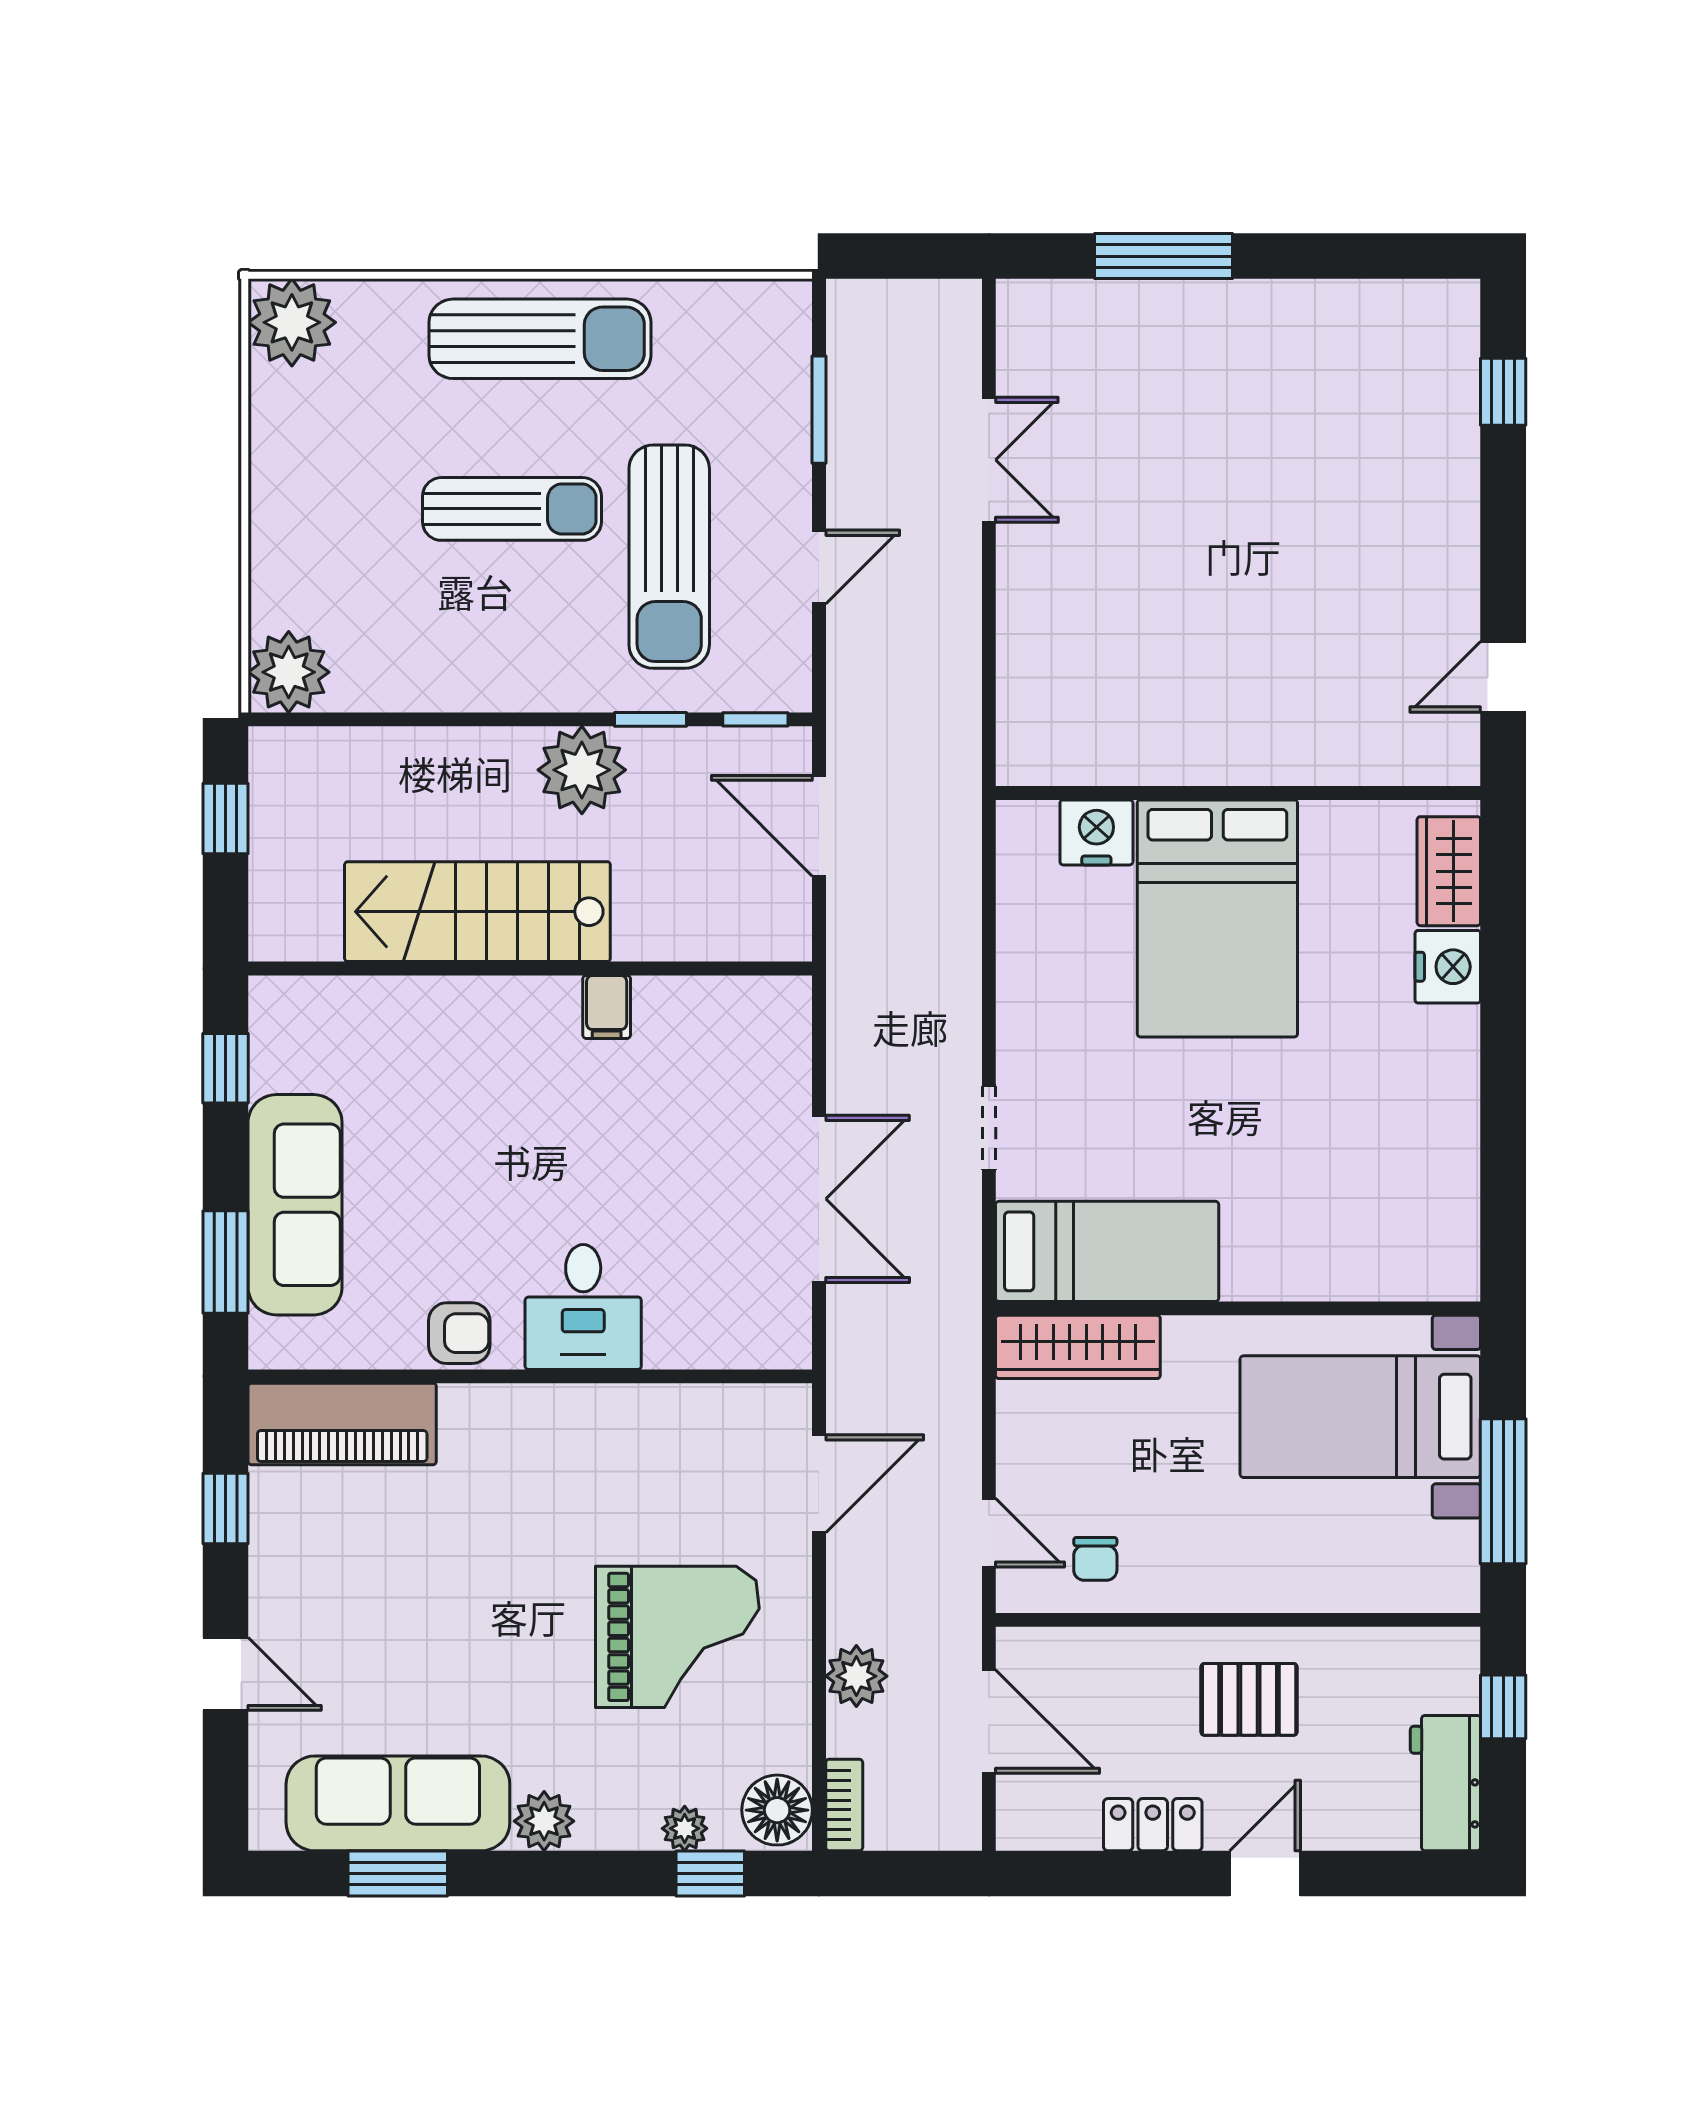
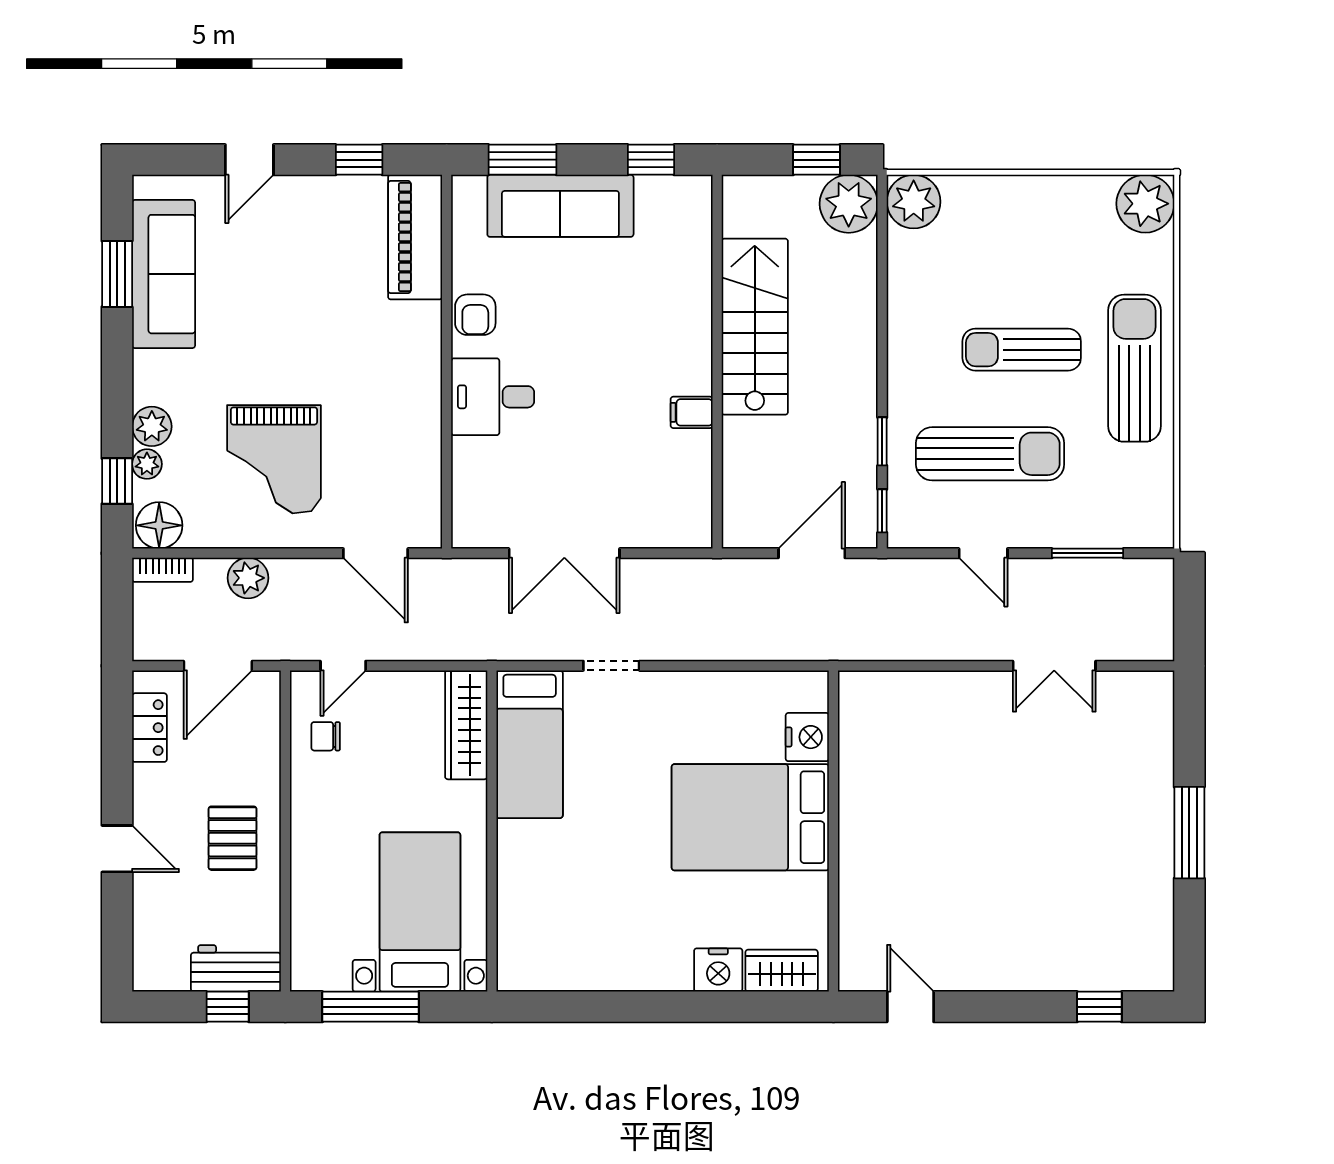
window: (1164, 256) -> (1189, 833), moved
sun lounger: (540, 339) -> (1134, 368), turned 180
sun lounger: (512, 509) -> (1022, 350), turned 90
sun lounger: (669, 557) -> (990, 454), turned 180
plant: (582, 770) -> (849, 204), moved
workbench: (1445, 1783) -> (236, 968), moved
plant: (544, 1821) -> (152, 426), moved
locker: (1153, 1825) -> (149, 728), moved

